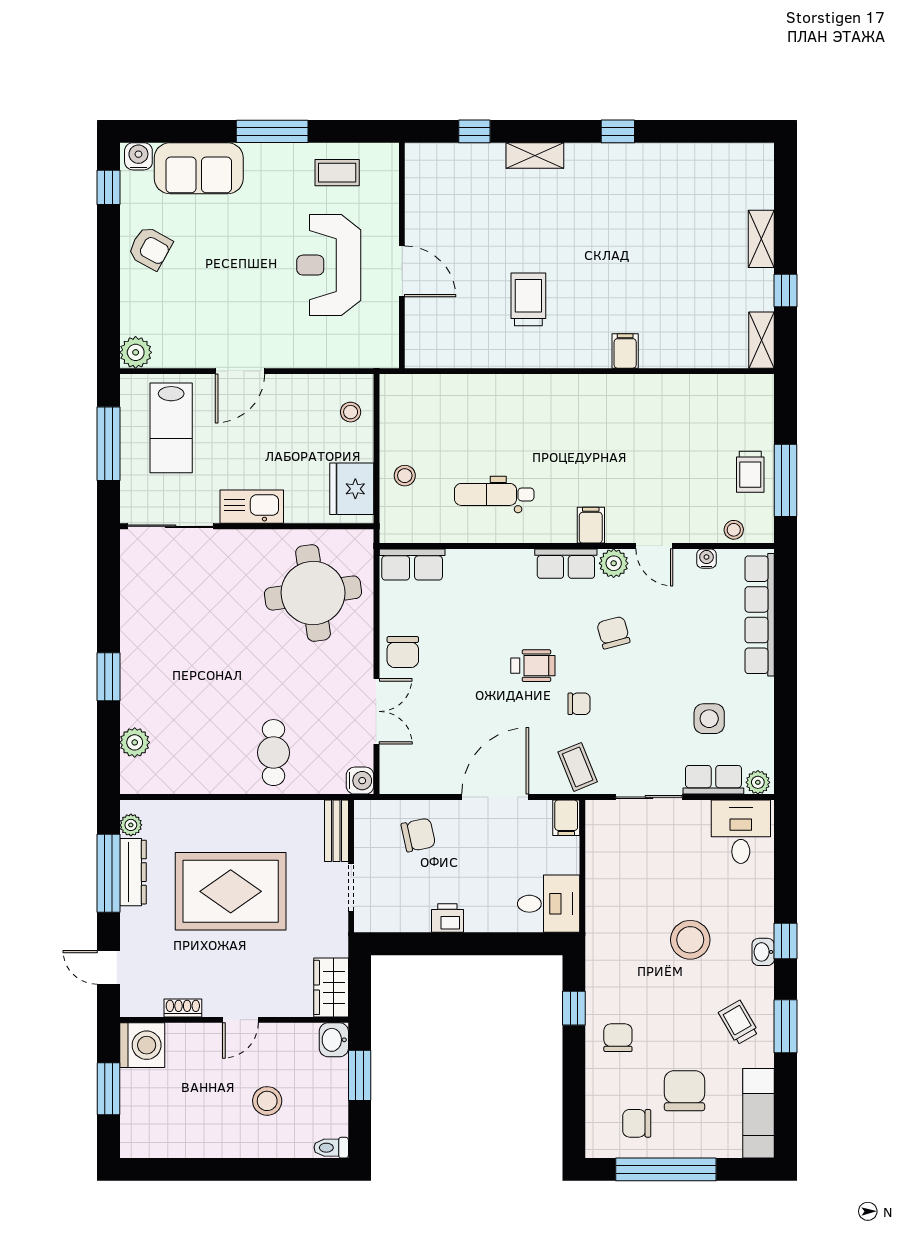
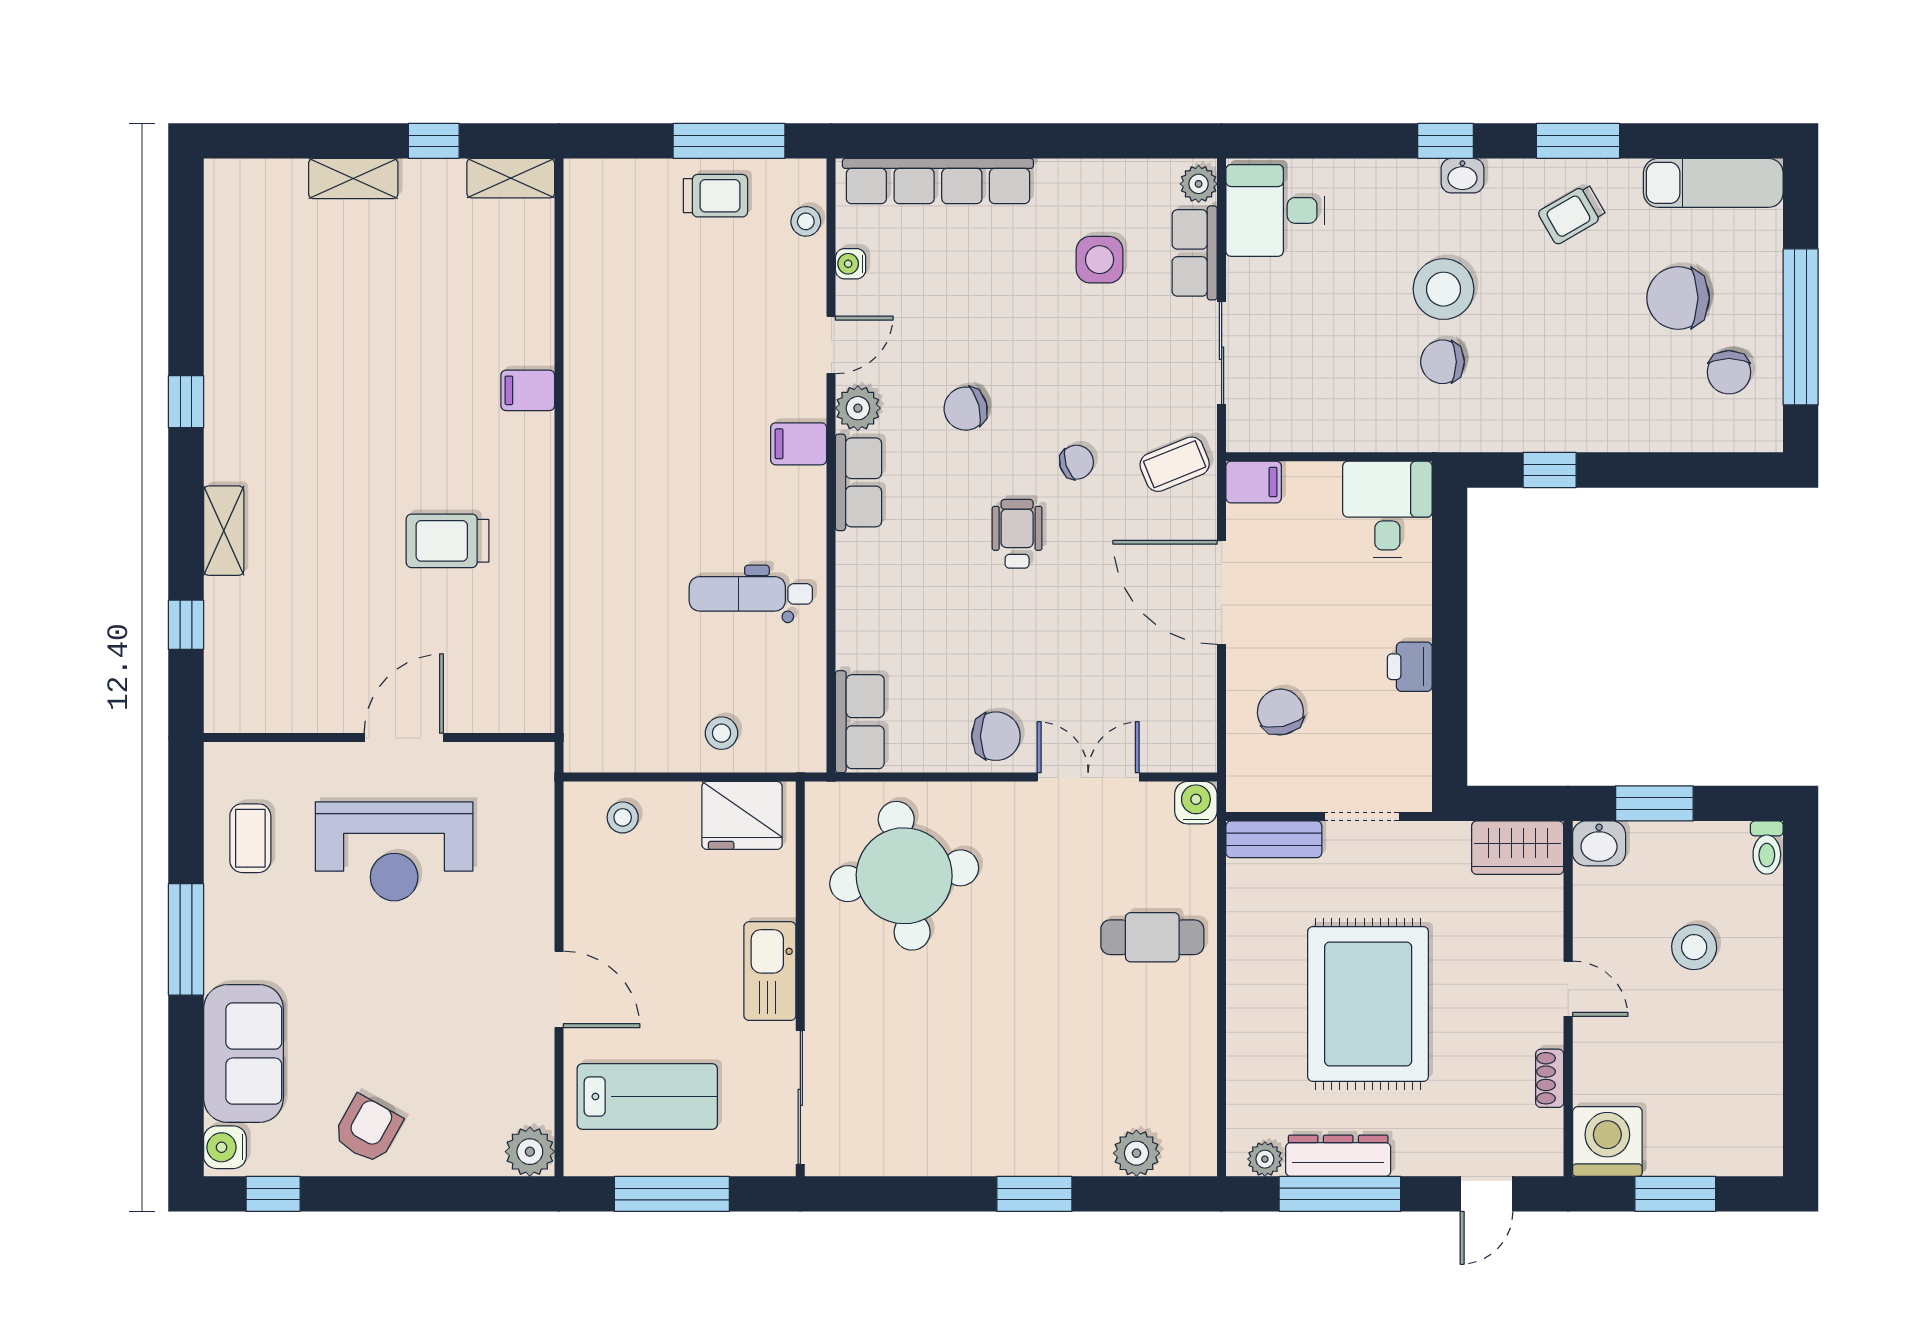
dental chair: (494, 494) -> (751, 594), turned 90
chair: (579, 704) -> (1076, 462), turned 72
chair: (618, 1038) -> (1442, 362), moved

